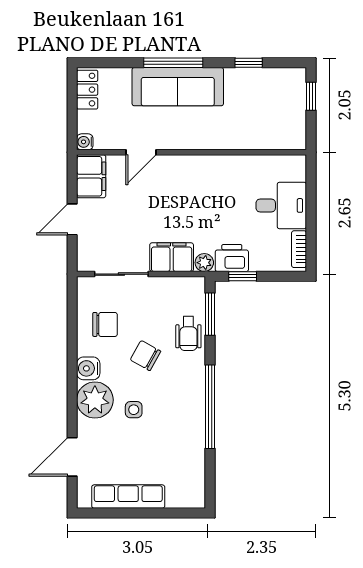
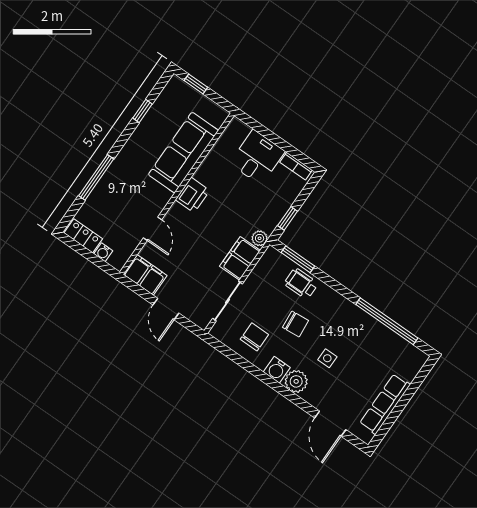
window: (173, 63) -> (96, 177), moved
sofa: (178, 87) -> (183, 153), moved, turned 180
water cooler: (85, 142) -> (103, 252), moved
printer: (232, 258) -> (193, 195), moved, turned 180
wheelchair: (188, 334) -> (301, 284), turned 180
chair: (146, 356) -> (296, 324), turned -124
plant: (95, 400) -> (296, 381), width x0.73, depth x0.73
window: (210, 407) -> (387, 321), moved

